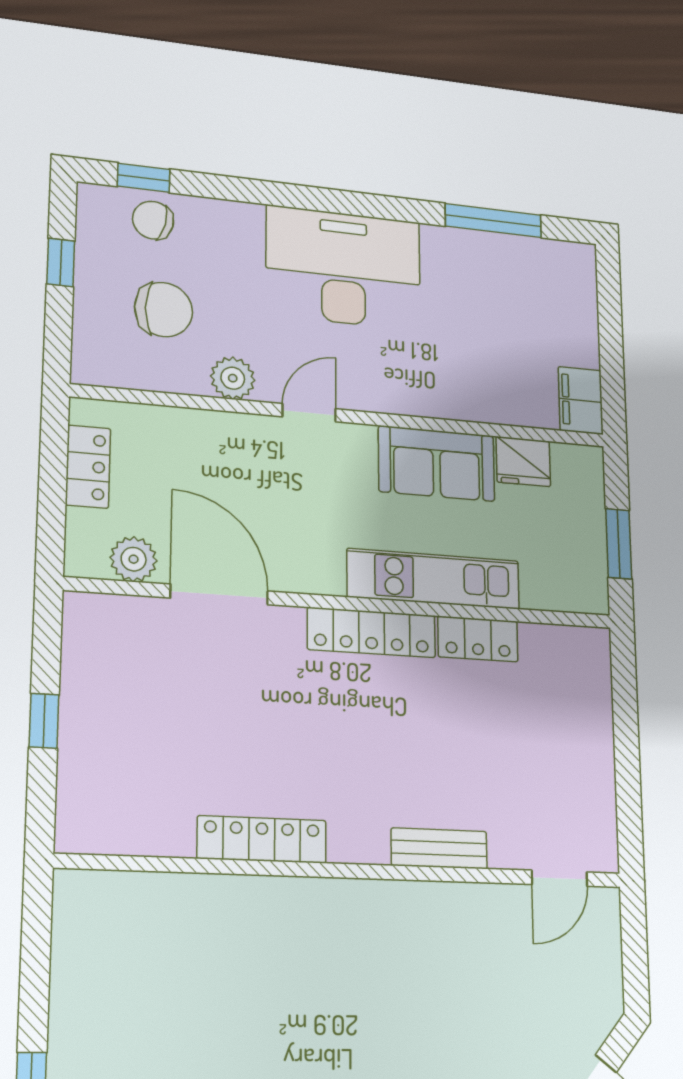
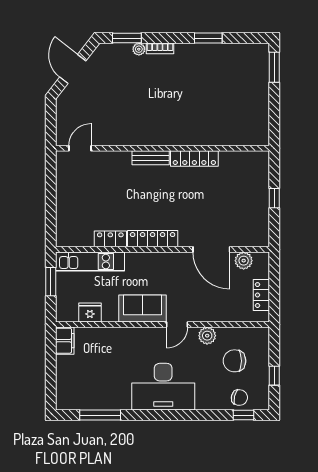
sofa: (437, 464) -> (142, 308), moved
kitchen unit: (434, 579) -> (90, 262), moved
bench: (439, 848) -> (151, 158), moved

